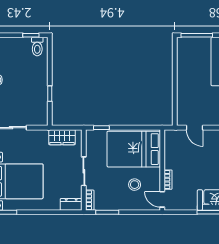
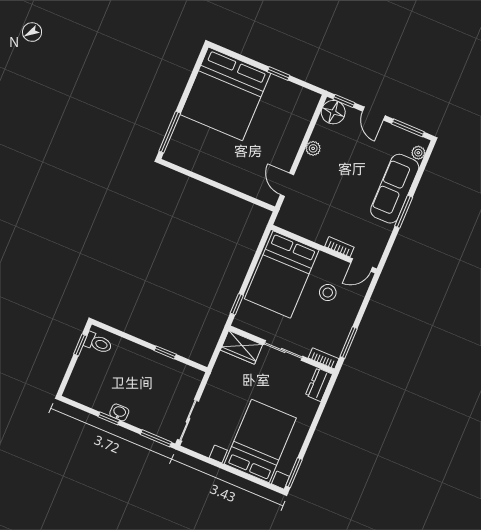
door: (195, 128) -> (287, 185), swing flipped
wardrobe: (62, 137) -> (241, 347), moved, turned 90

